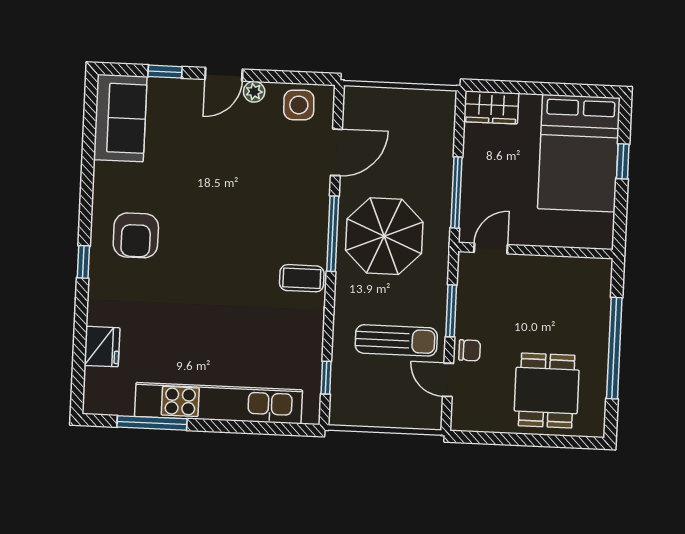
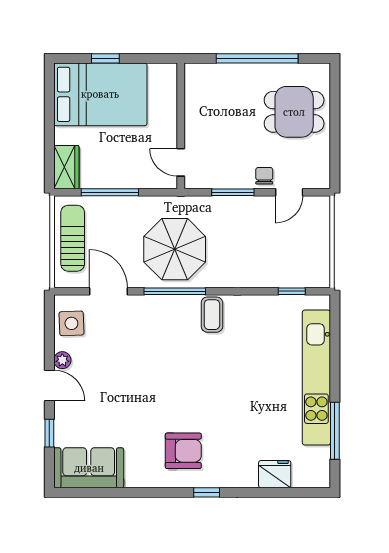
window: (456, 193) -> (110, 192), moved
sun lounger: (396, 340) -> (73, 238), moved

